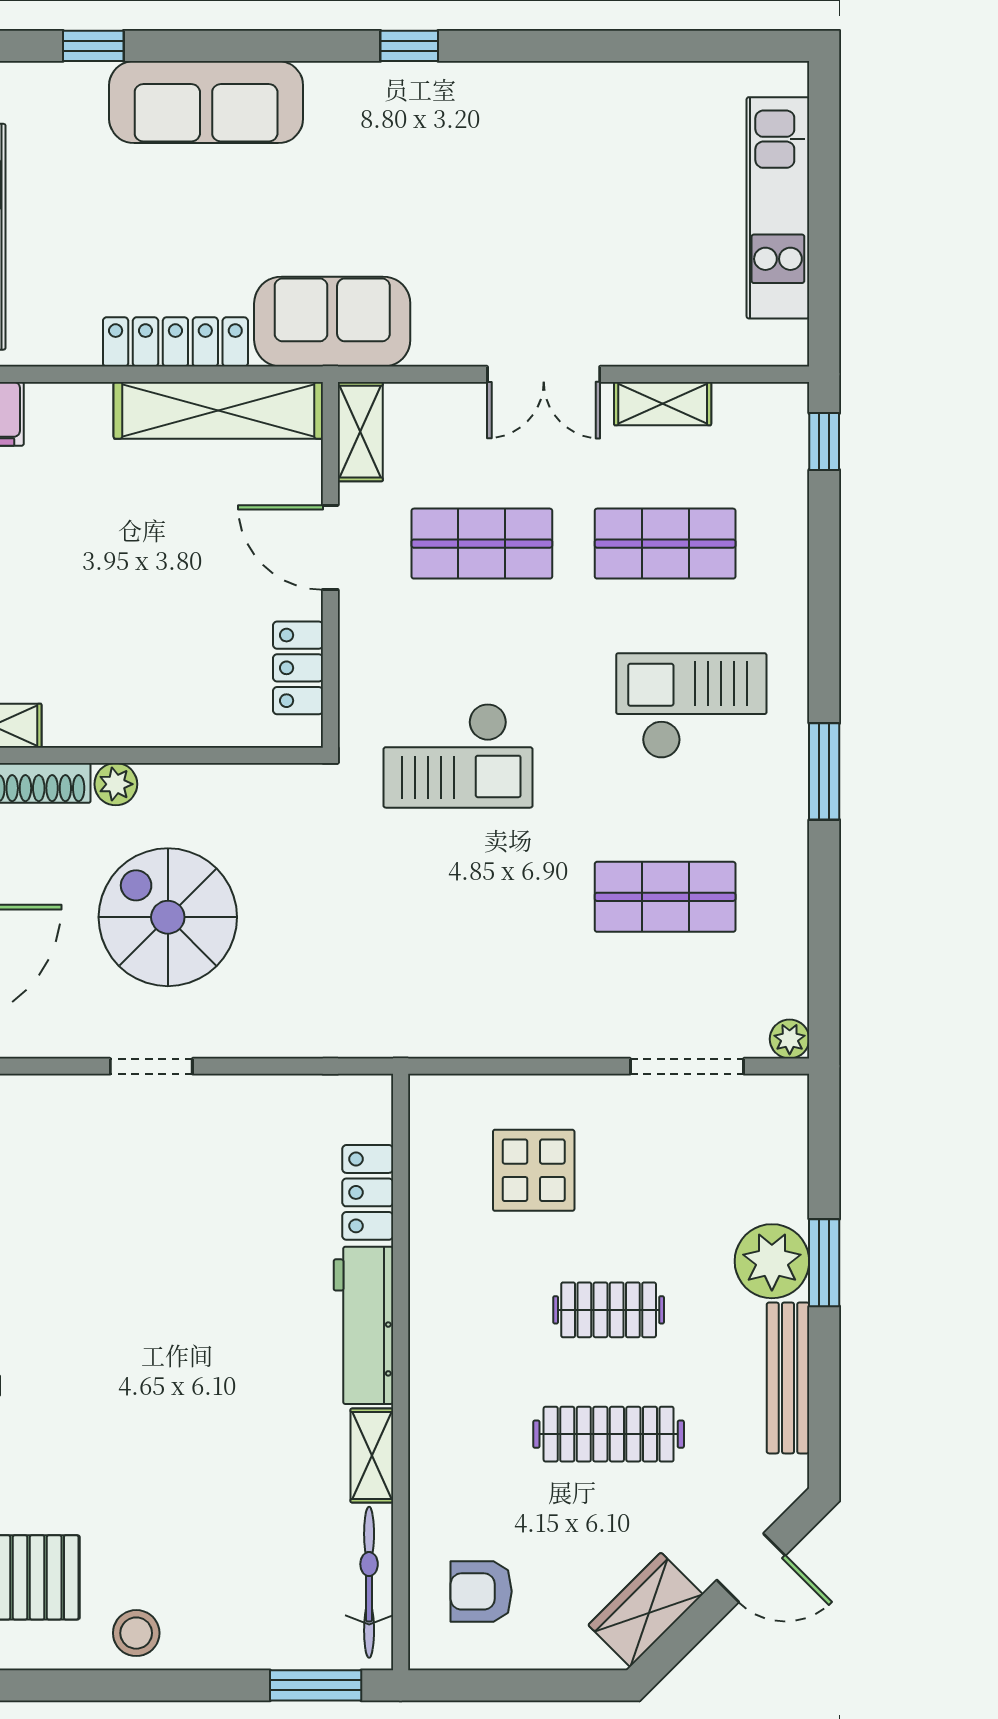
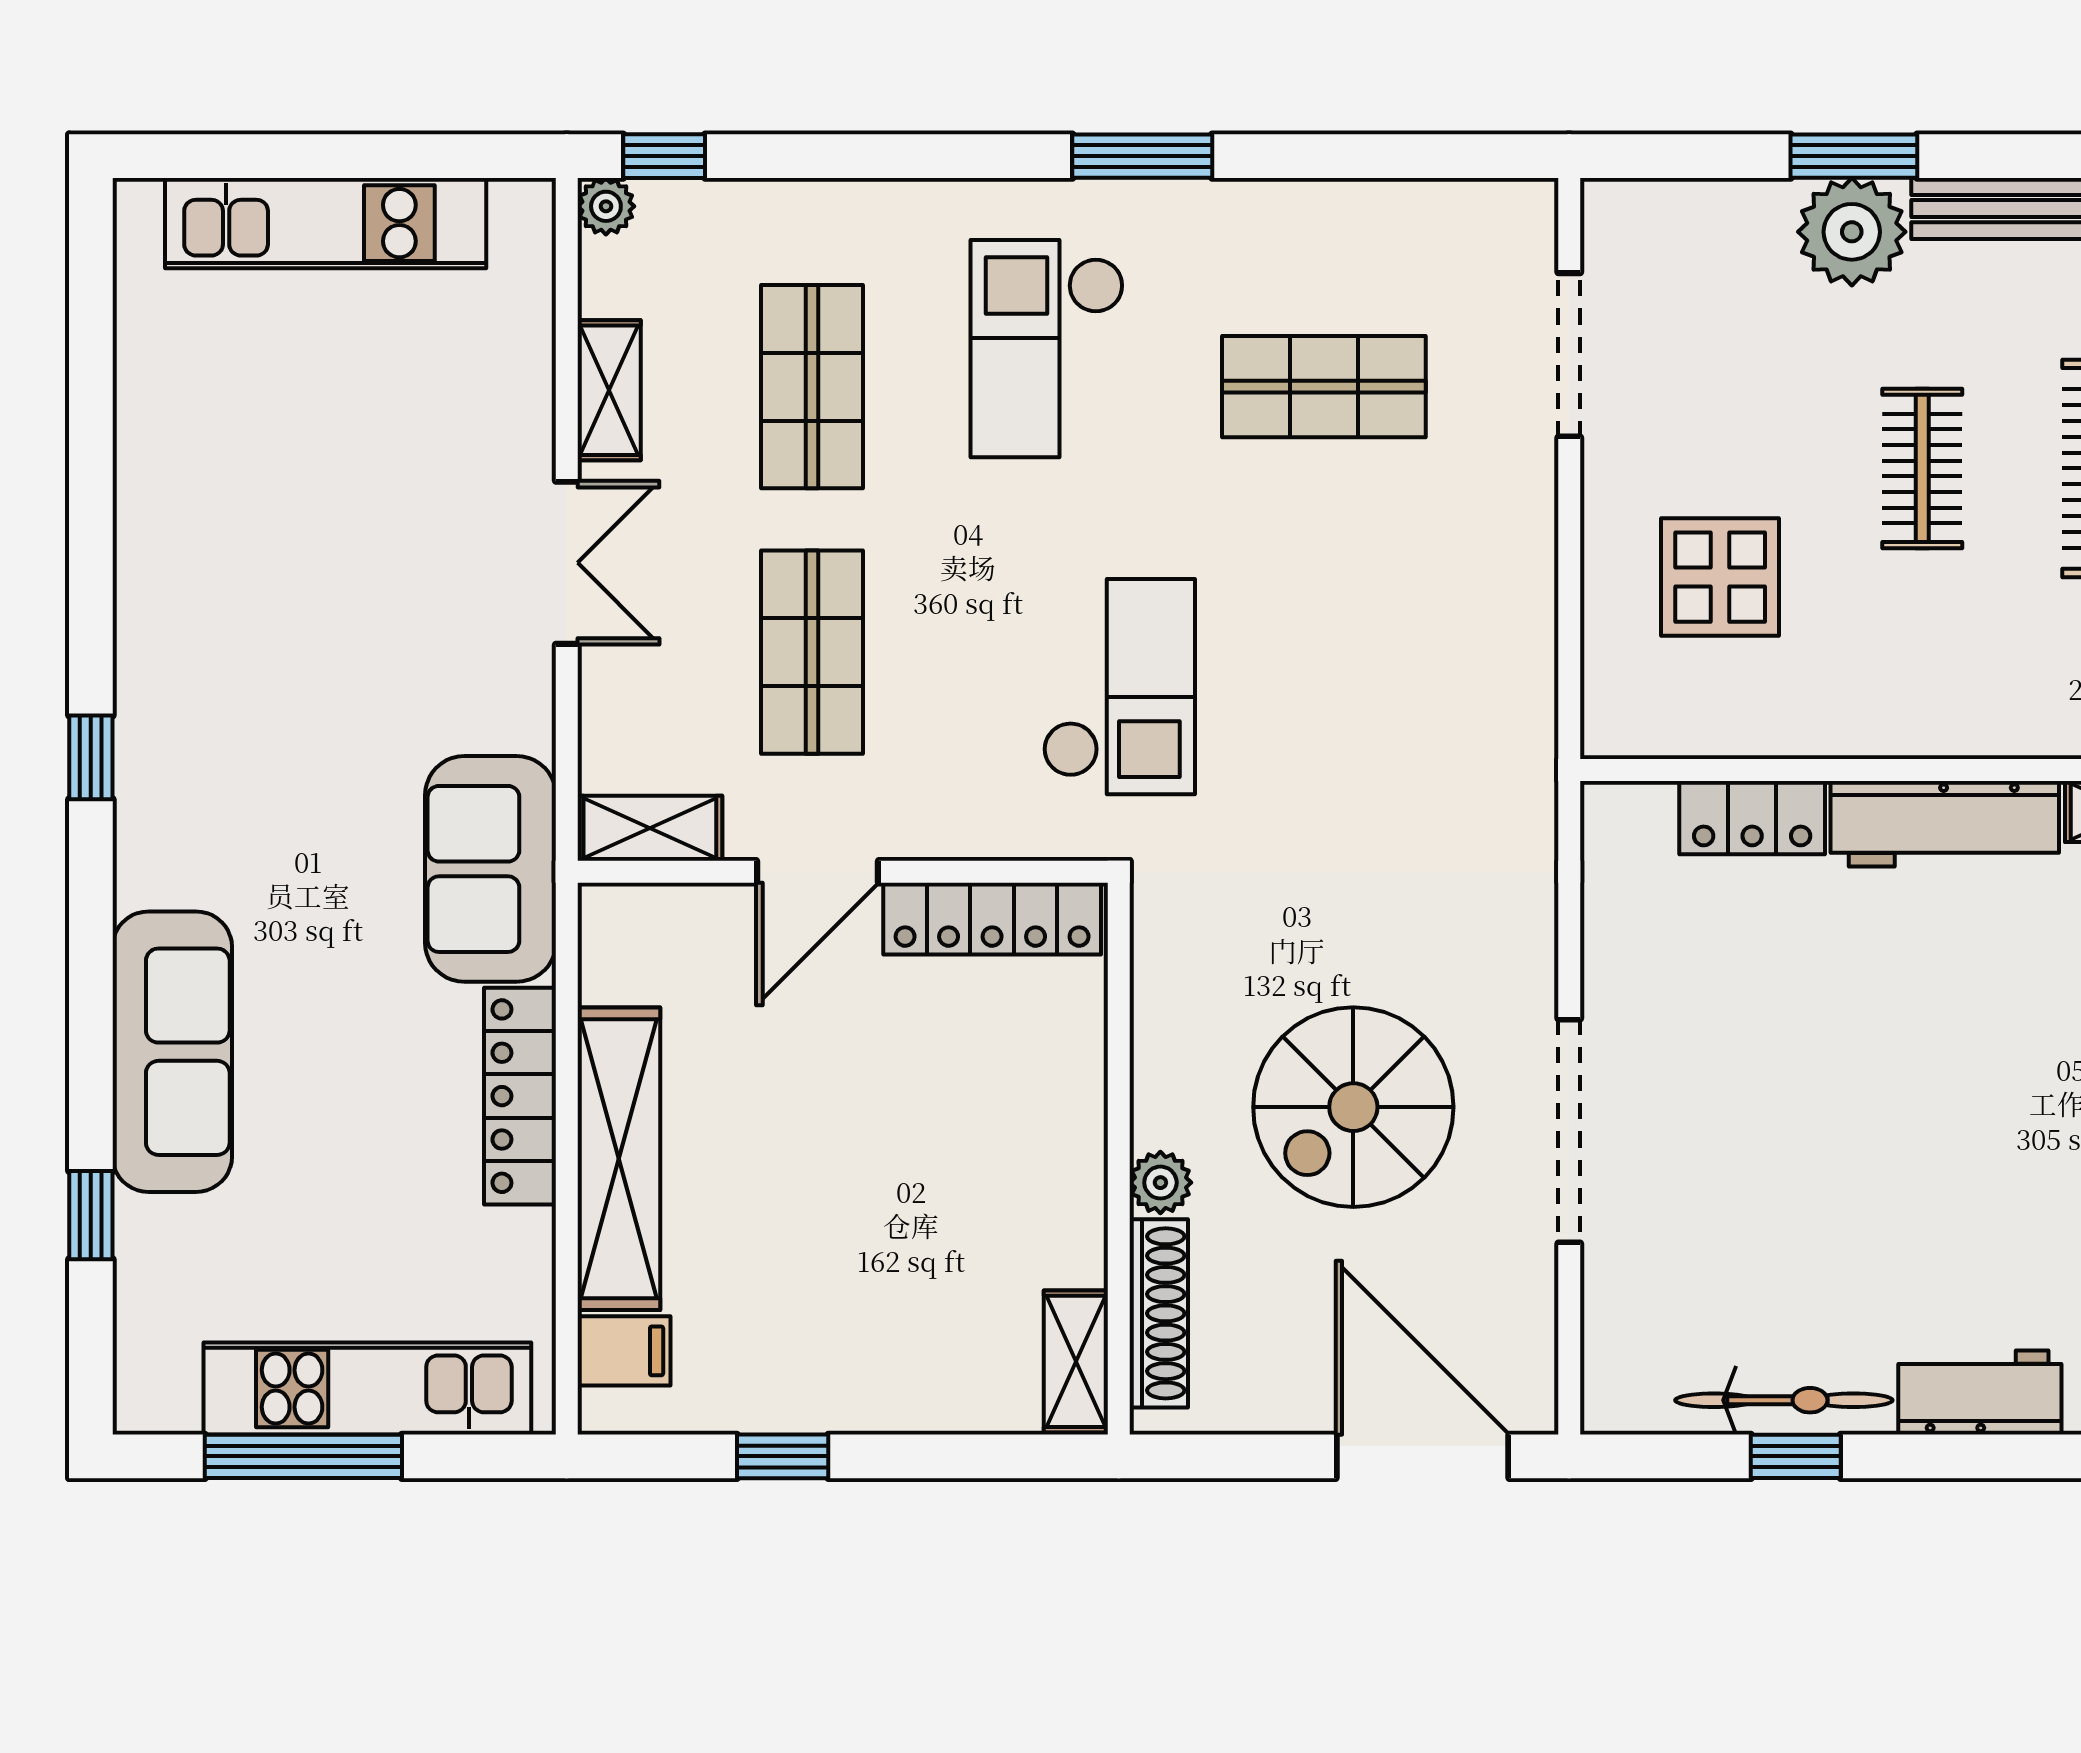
shelving: (218, 410) -> (619, 1159), moved
locker: (298, 668) -> (992, 919), width x1.53
shop shelf: (665, 897) -> (1324, 387), turned 90
plant: (790, 1039) -> (606, 206), moved
doorway: (151, 1066) -> (1569, 1131), width x1.87

